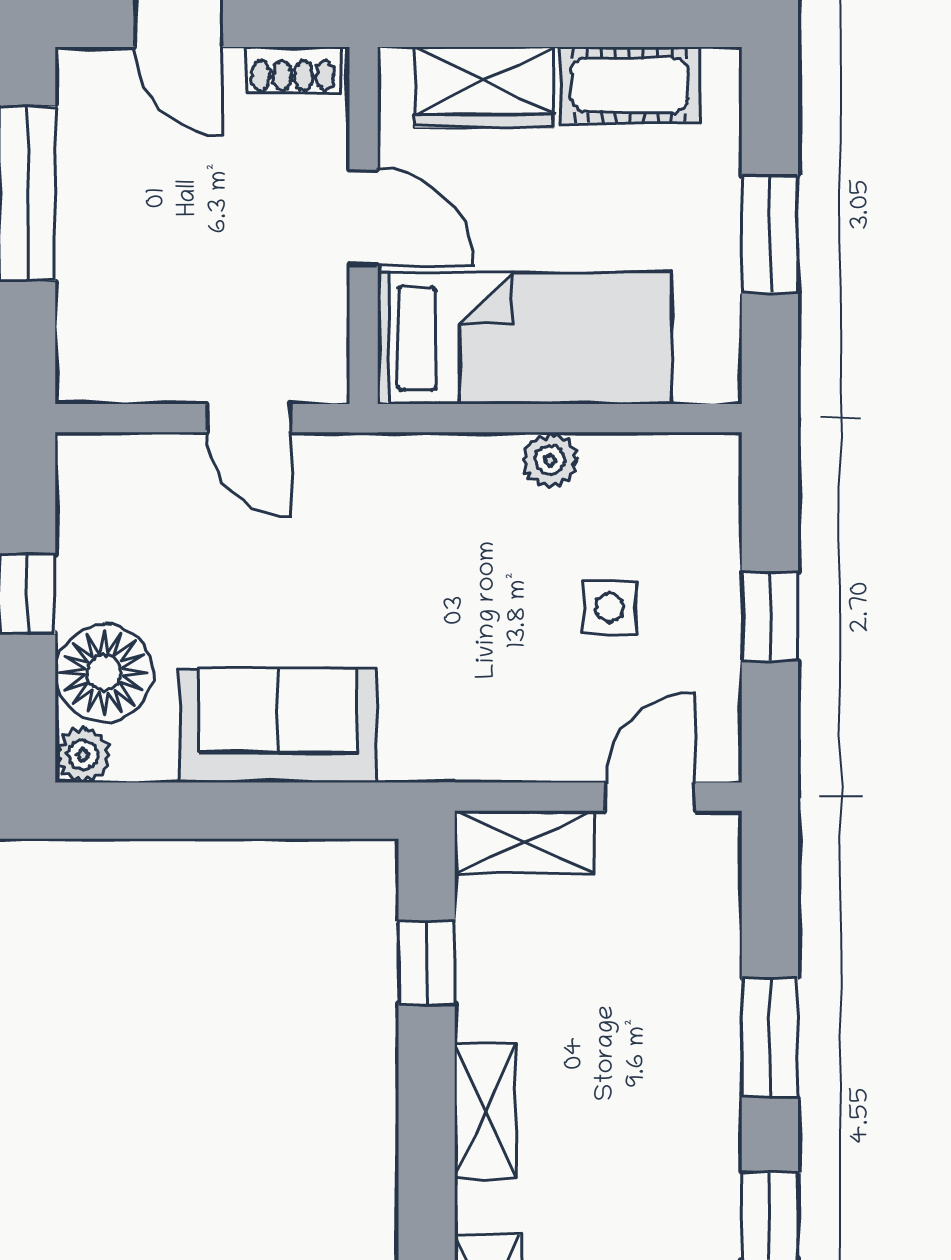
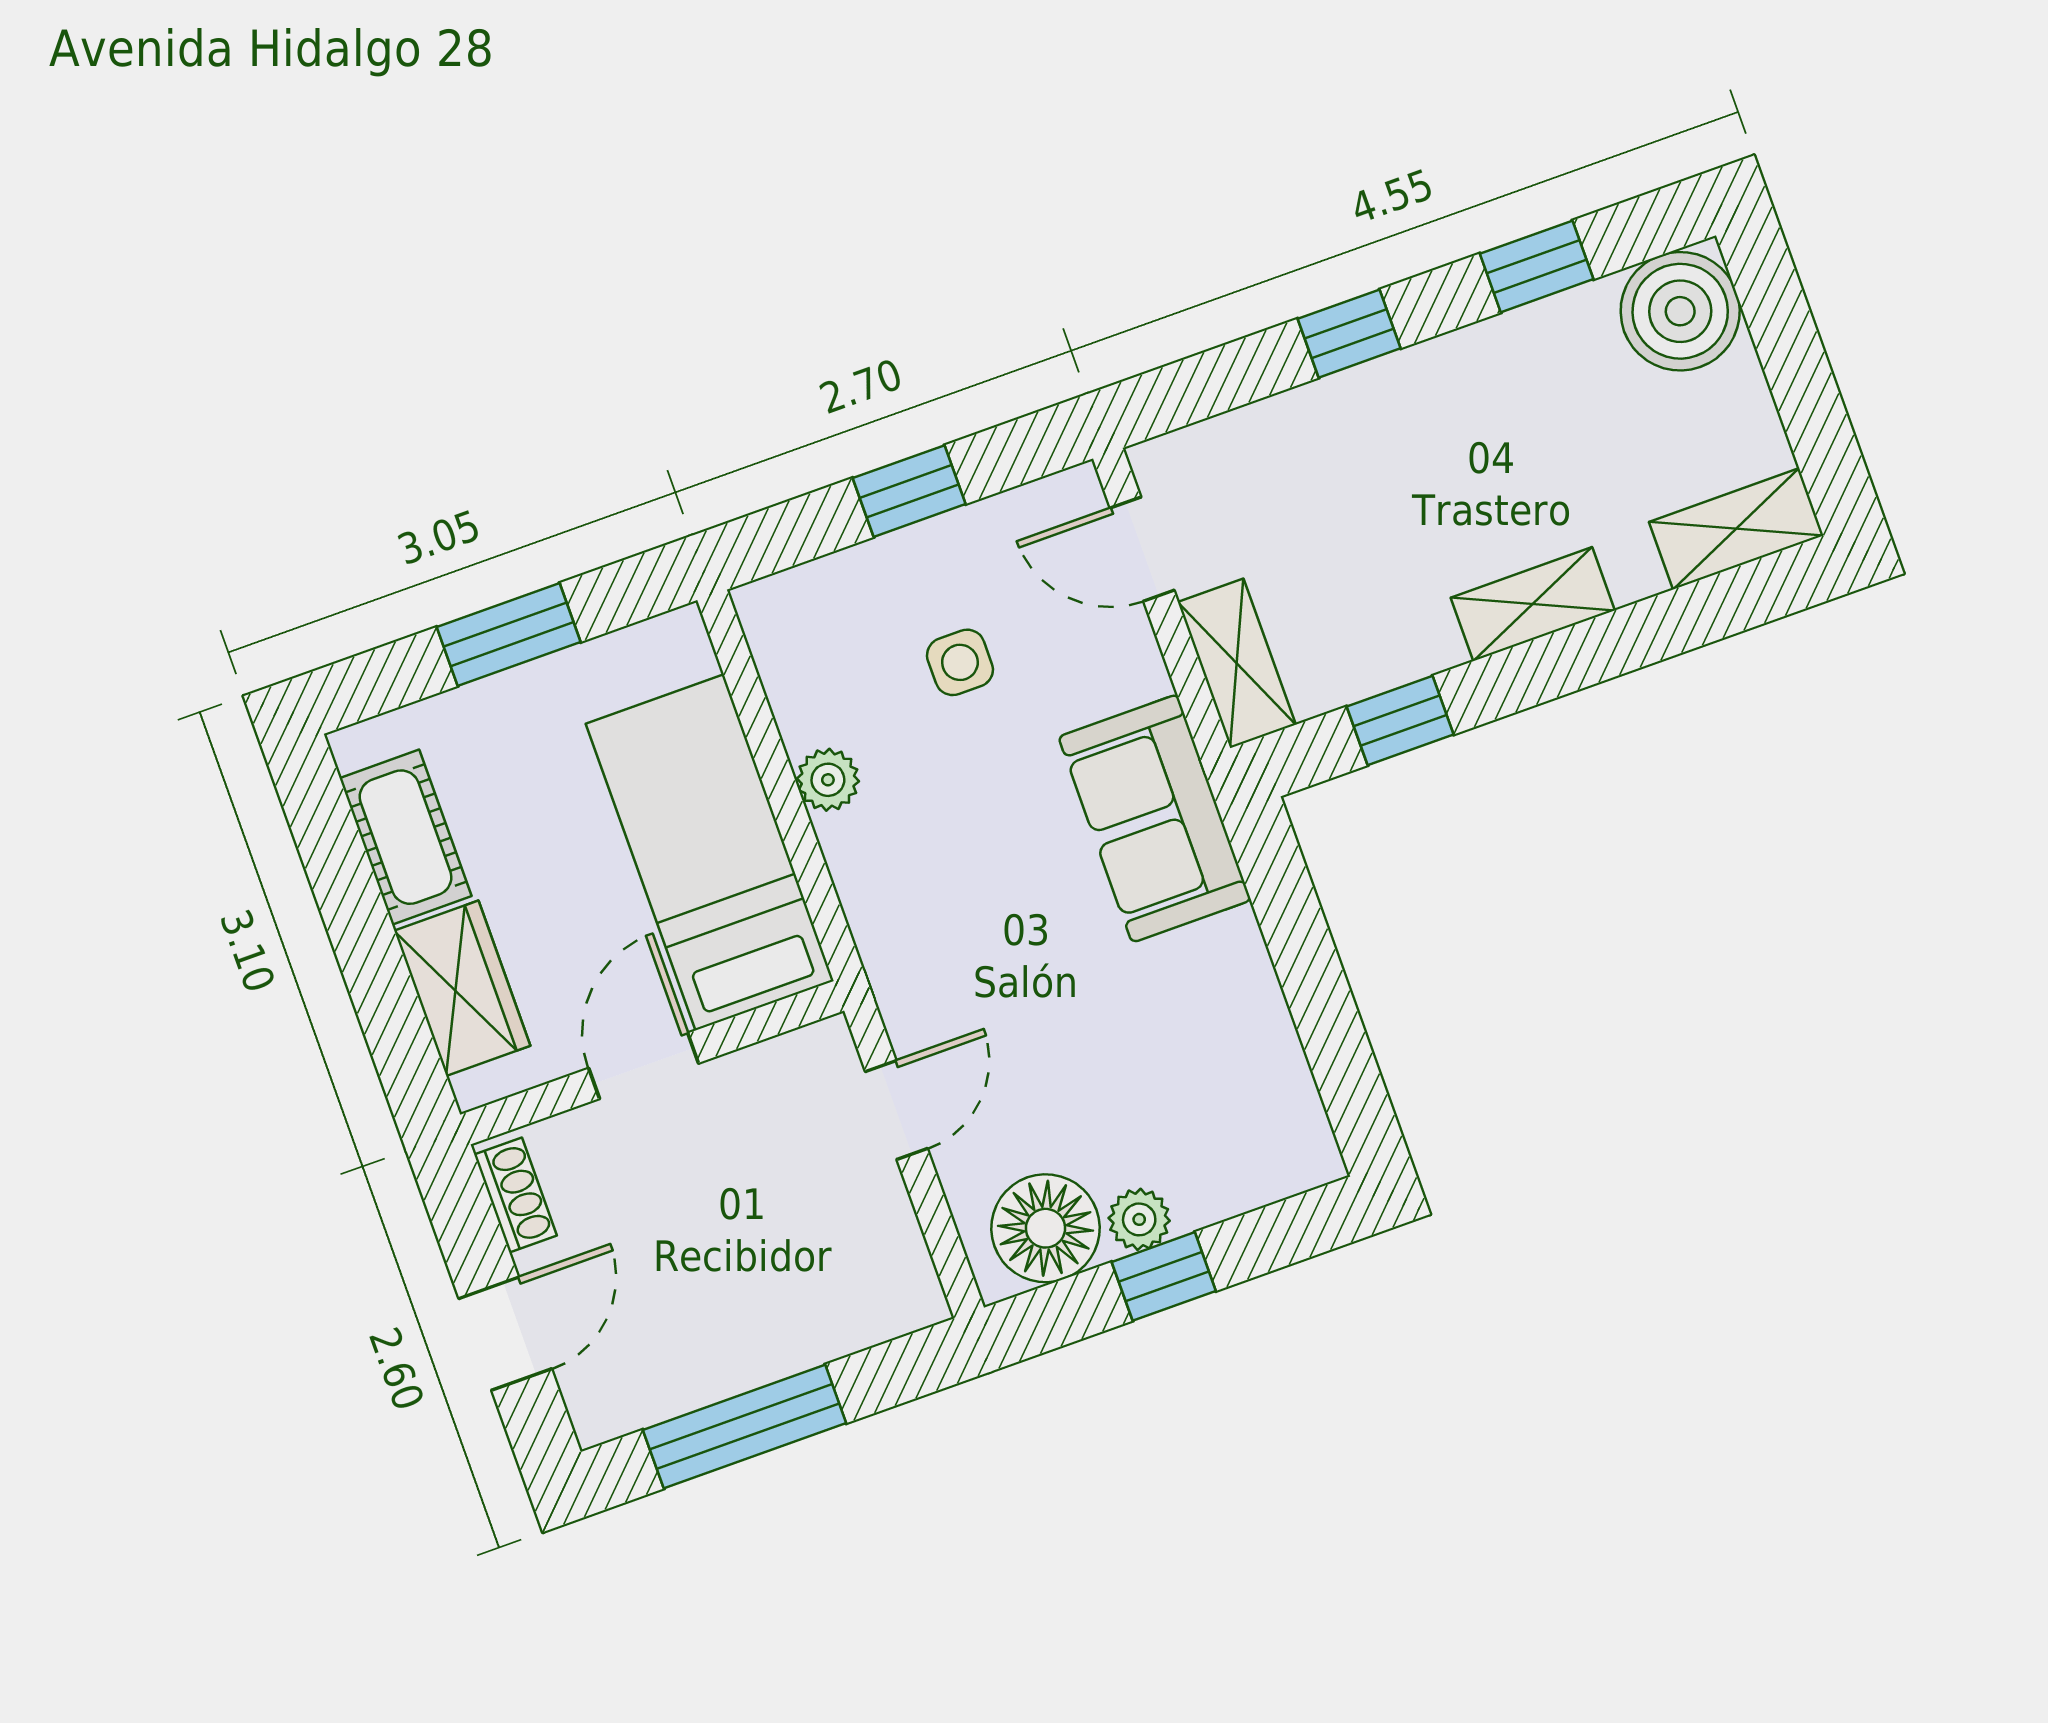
floor lamp: (104, 673) -> (1046, 1228), moved
sofa: (278, 725) -> (1155, 818), moved
plant: (83, 755) -> (1139, 1219), moved
window: (770, 1037) -> (1349, 334), width x0.67

